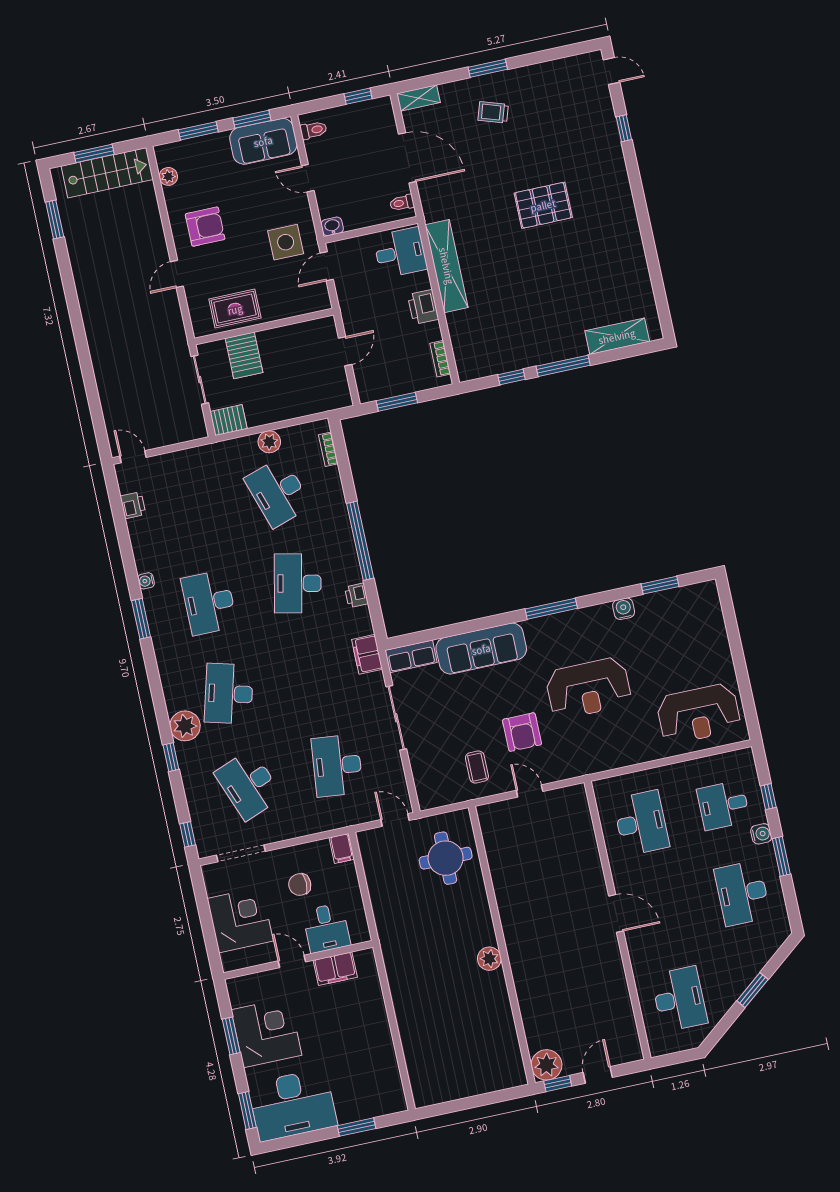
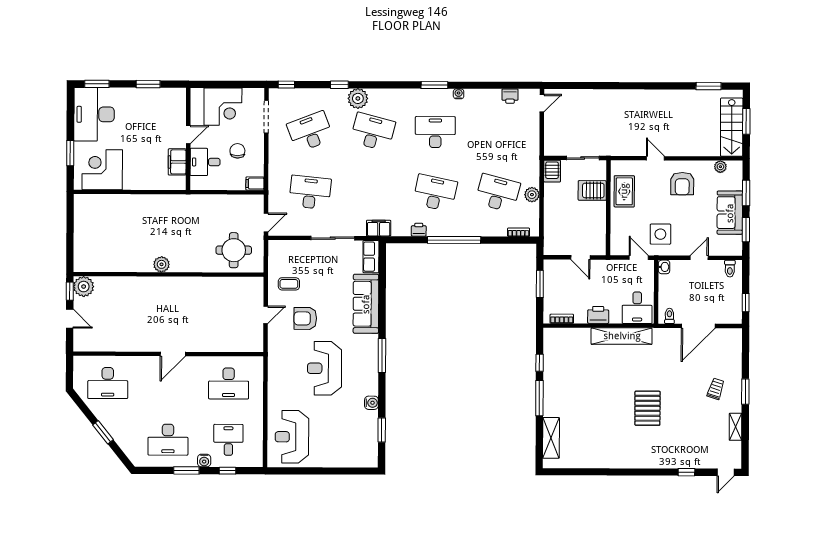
shelving: (418, 98) -> (735, 427), moved
sofa: (263, 141) -> (730, 213), moved
desk: (278, 492) -> (498, 193), turned 33
desk: (742, 893) -> (168, 440), turned 180
corner desk: (266, 1032) -> (102, 170), moved, turned 180

